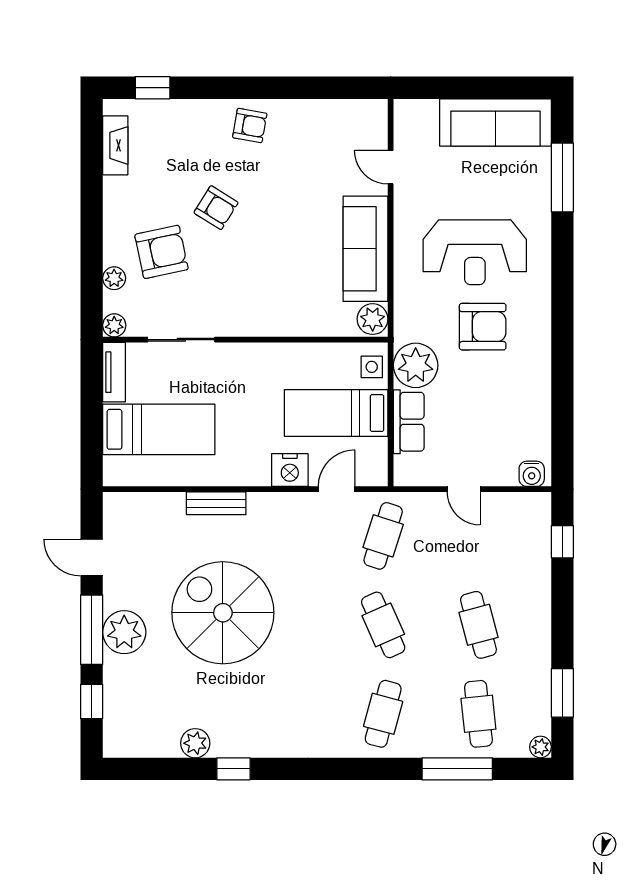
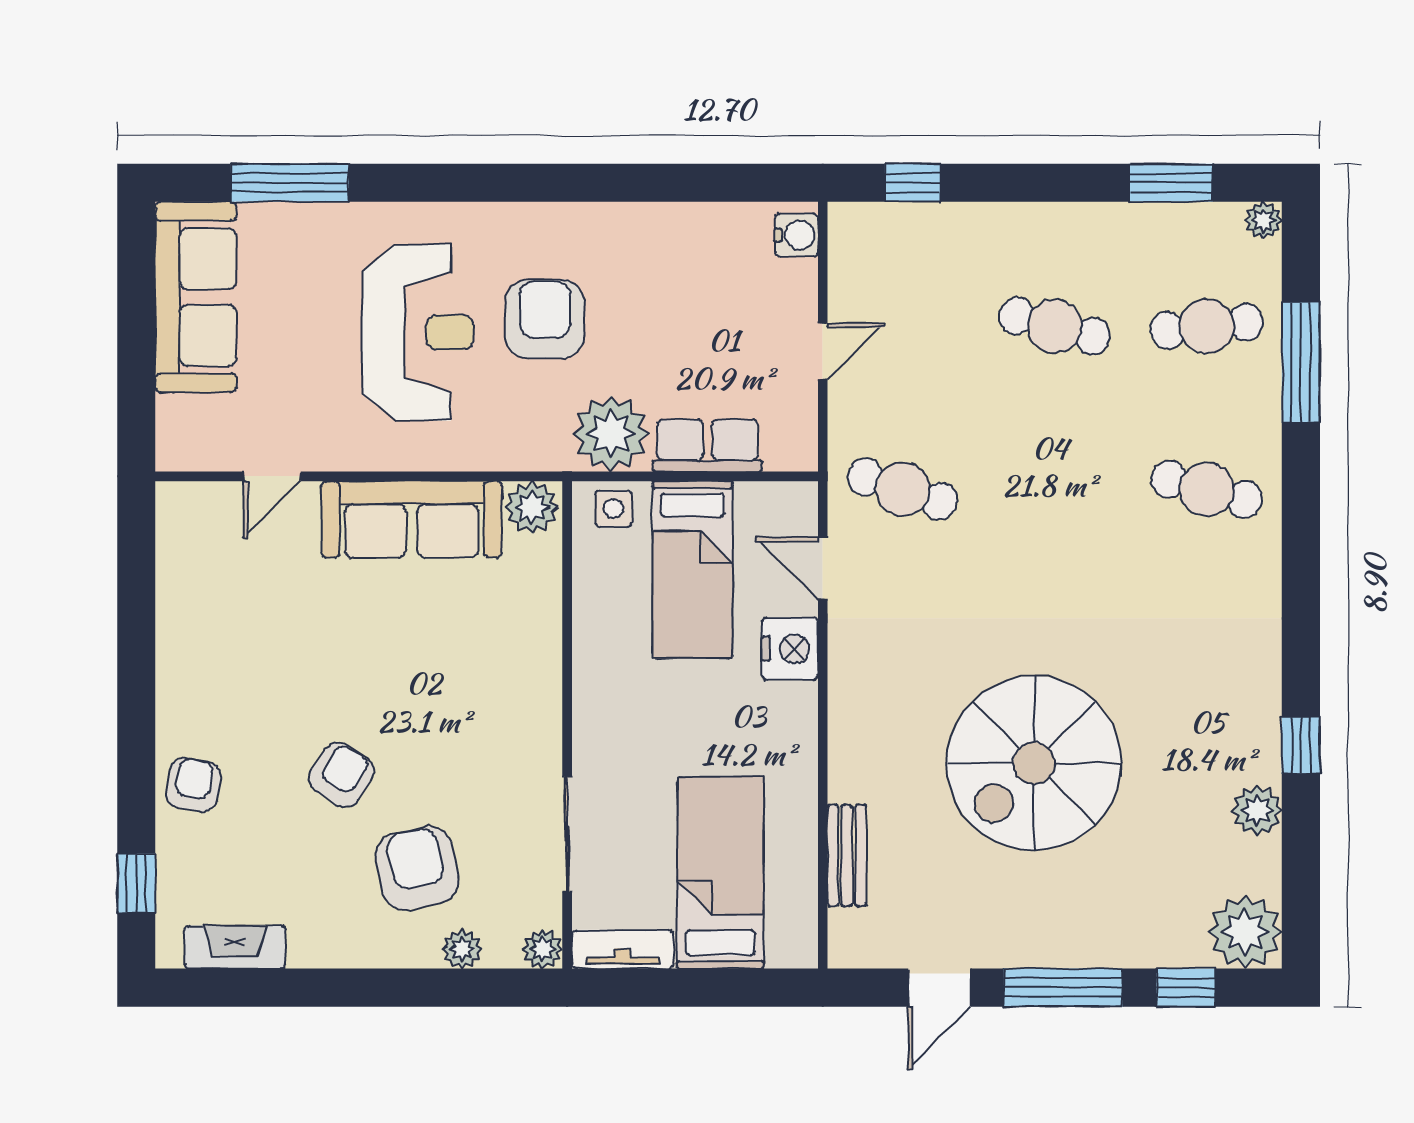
armchair: (250, 125) -> (193, 785), moved
bench: (216, 503) -> (847, 856), moved
cafe table: (383, 625) -> (1055, 489), removed
cafe table: (478, 625) -> (1055, 326), turned 30
plant: (124, 632) -> (1245, 932), moved

